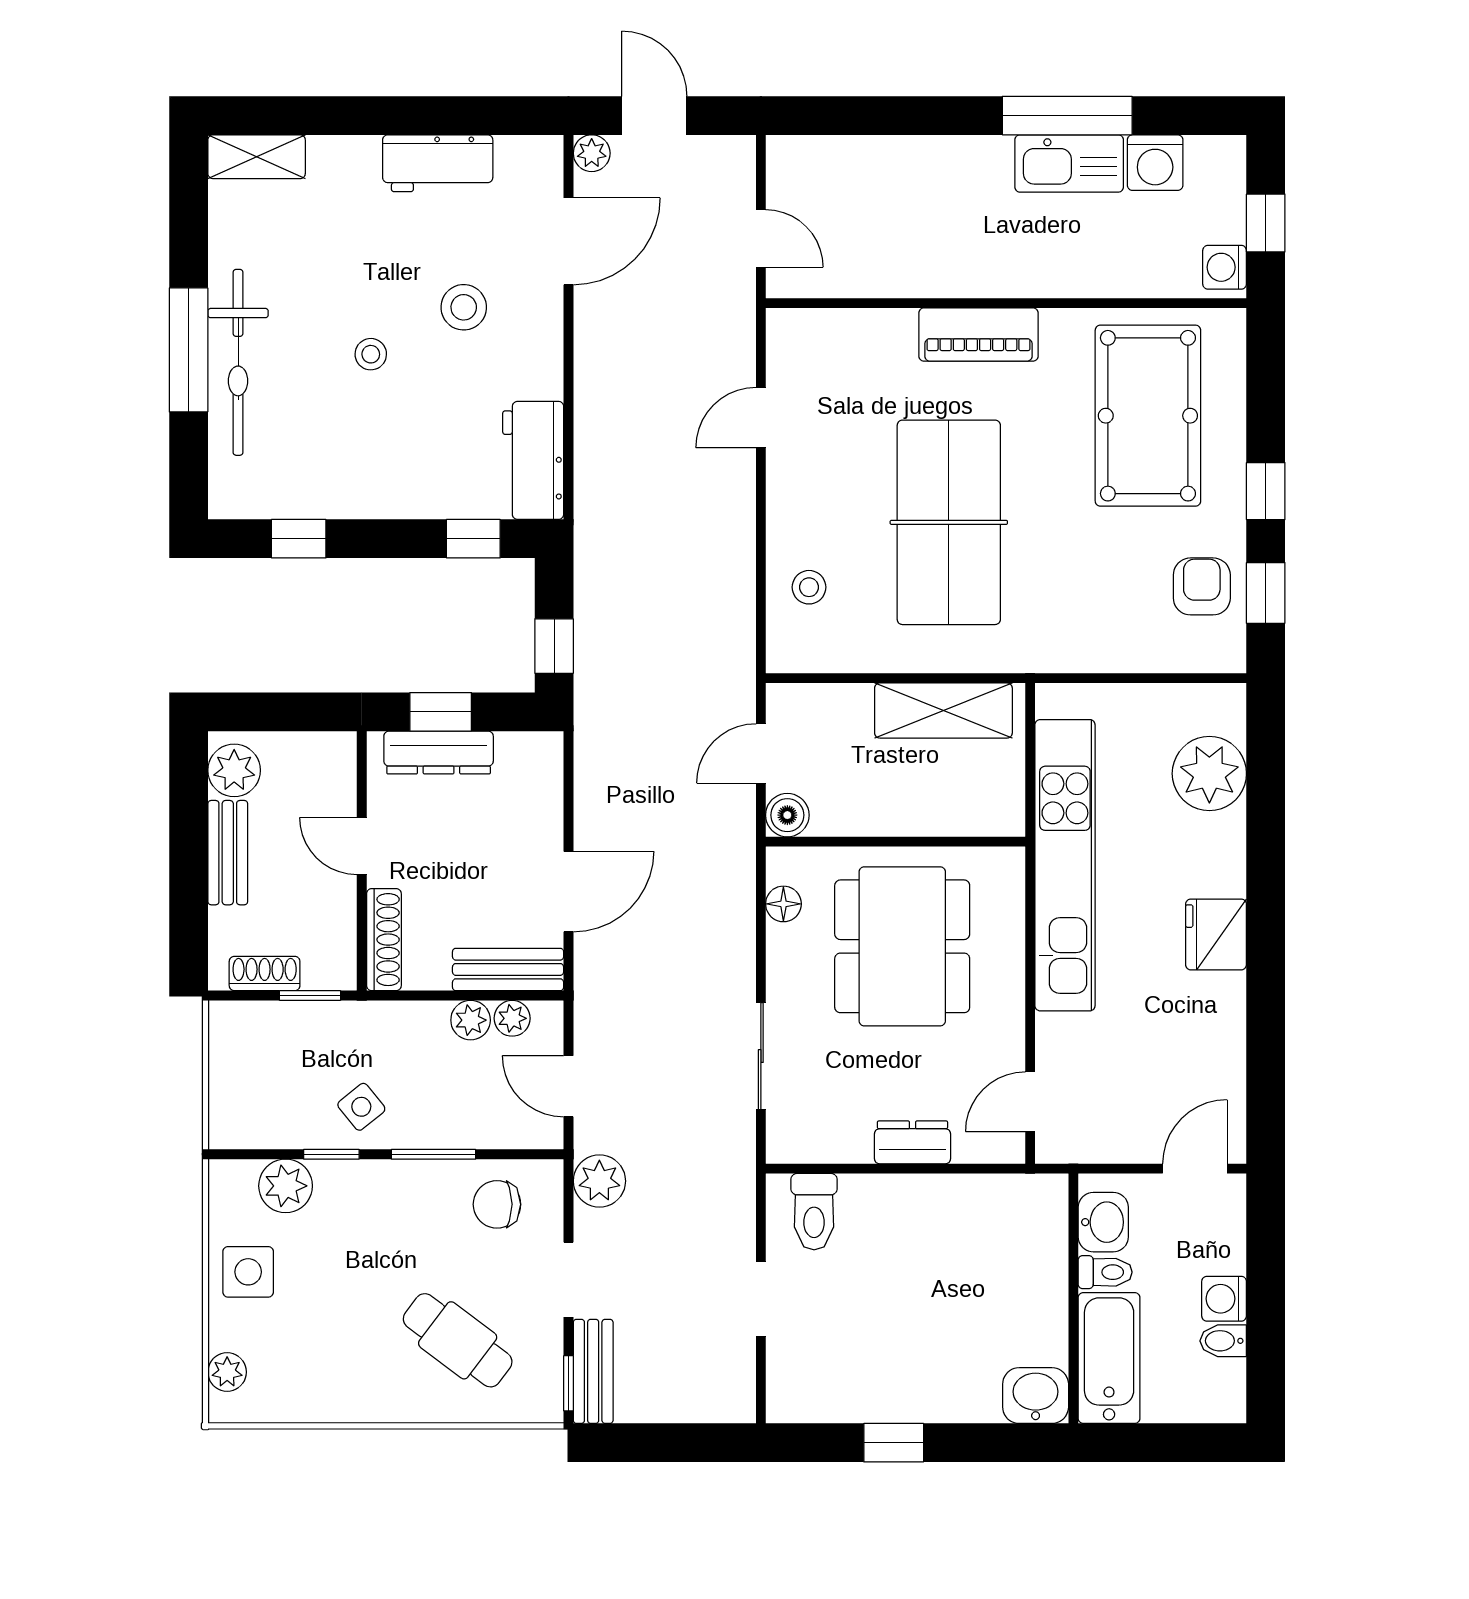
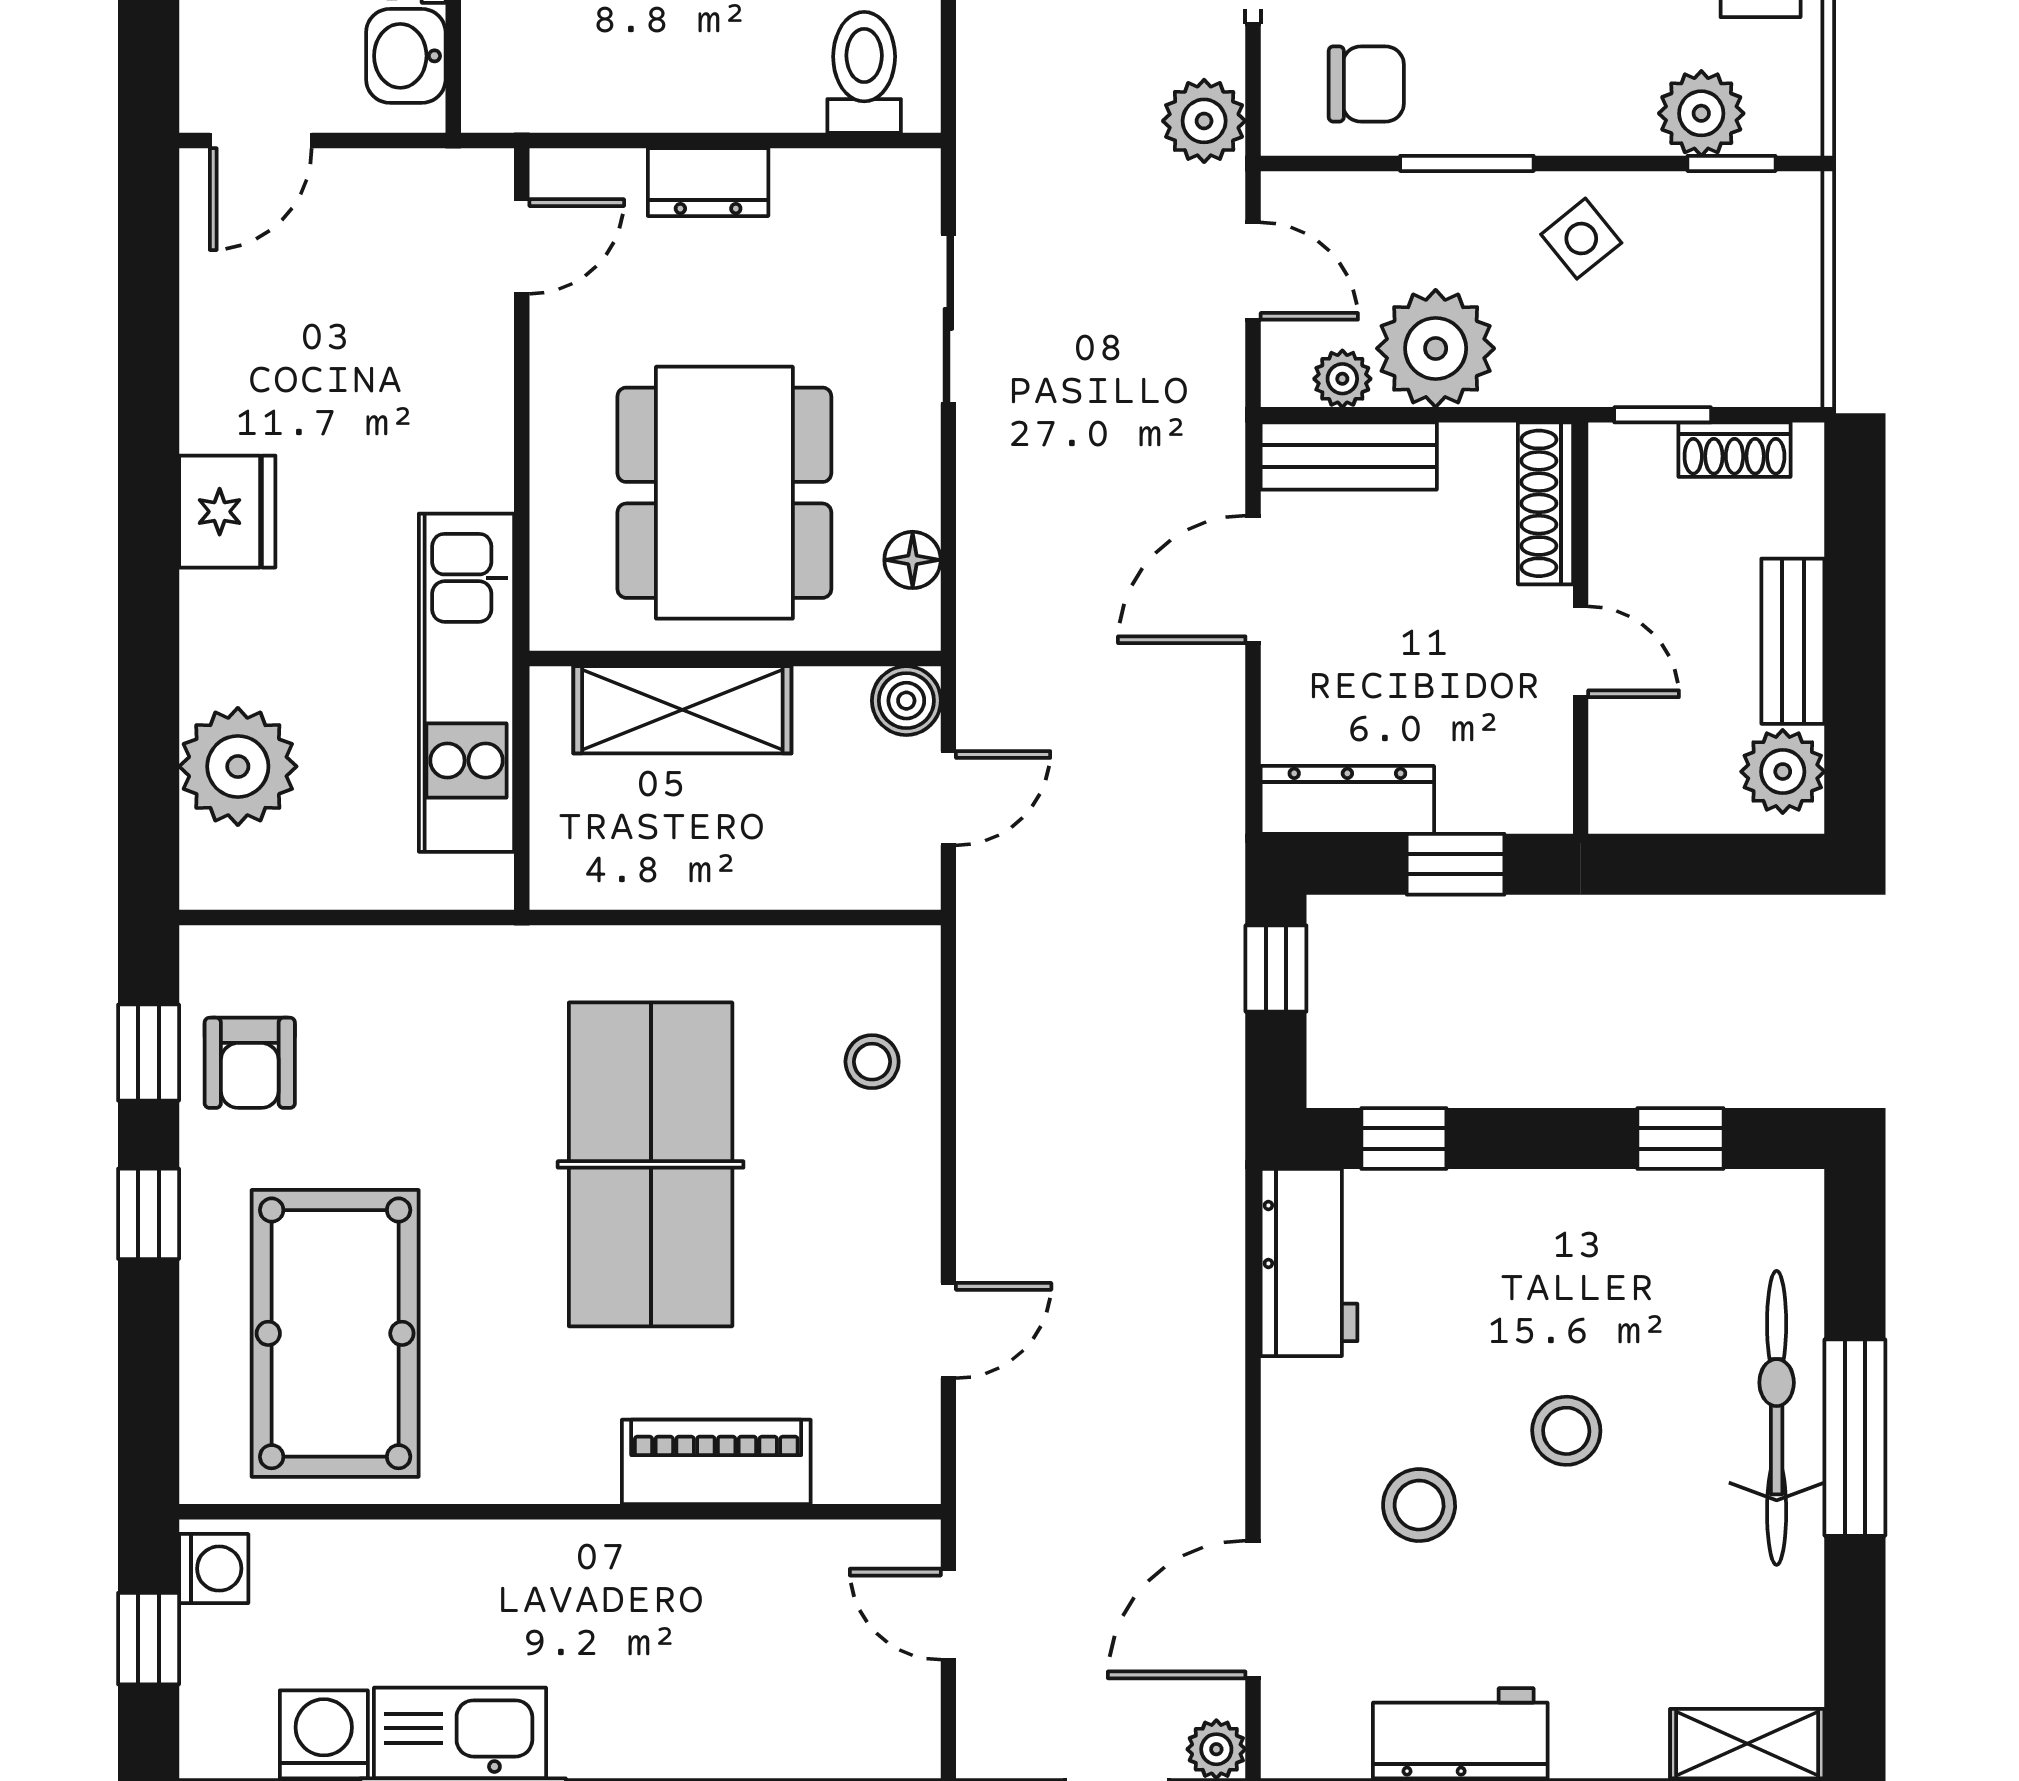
piano: (978, 335) -> (716, 1462), moved
stool: (371, 354) -> (1566, 1431), width x1.37, depth x1.37
shelving: (943, 711) -> (682, 710), moved
dresser: (439, 752) -> (1347, 800), moved
kitchen unit: (1065, 865) -> (467, 683), width x0.73
plant: (471, 1020) -> (1436, 348), width x1.87, depth x1.87
window: (331, 1154) -> (1732, 163), moved

